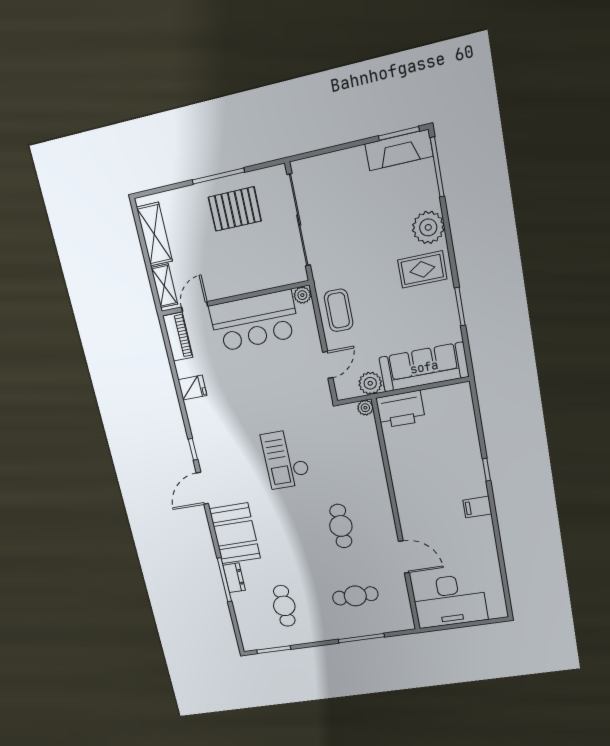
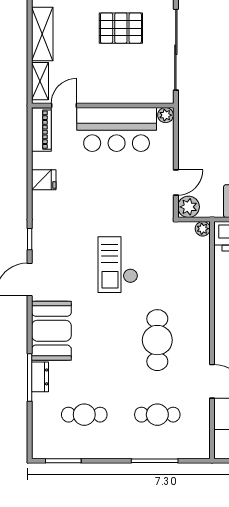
coffee table: (339, 310) -> (195, 135), removed
plant: (370, 383) -> (189, 207), moved
cafe table: (341, 526) -> (157, 340), width x1.37, depth x1.35
cafe table: (284, 606) -> (84, 415), turned 90

